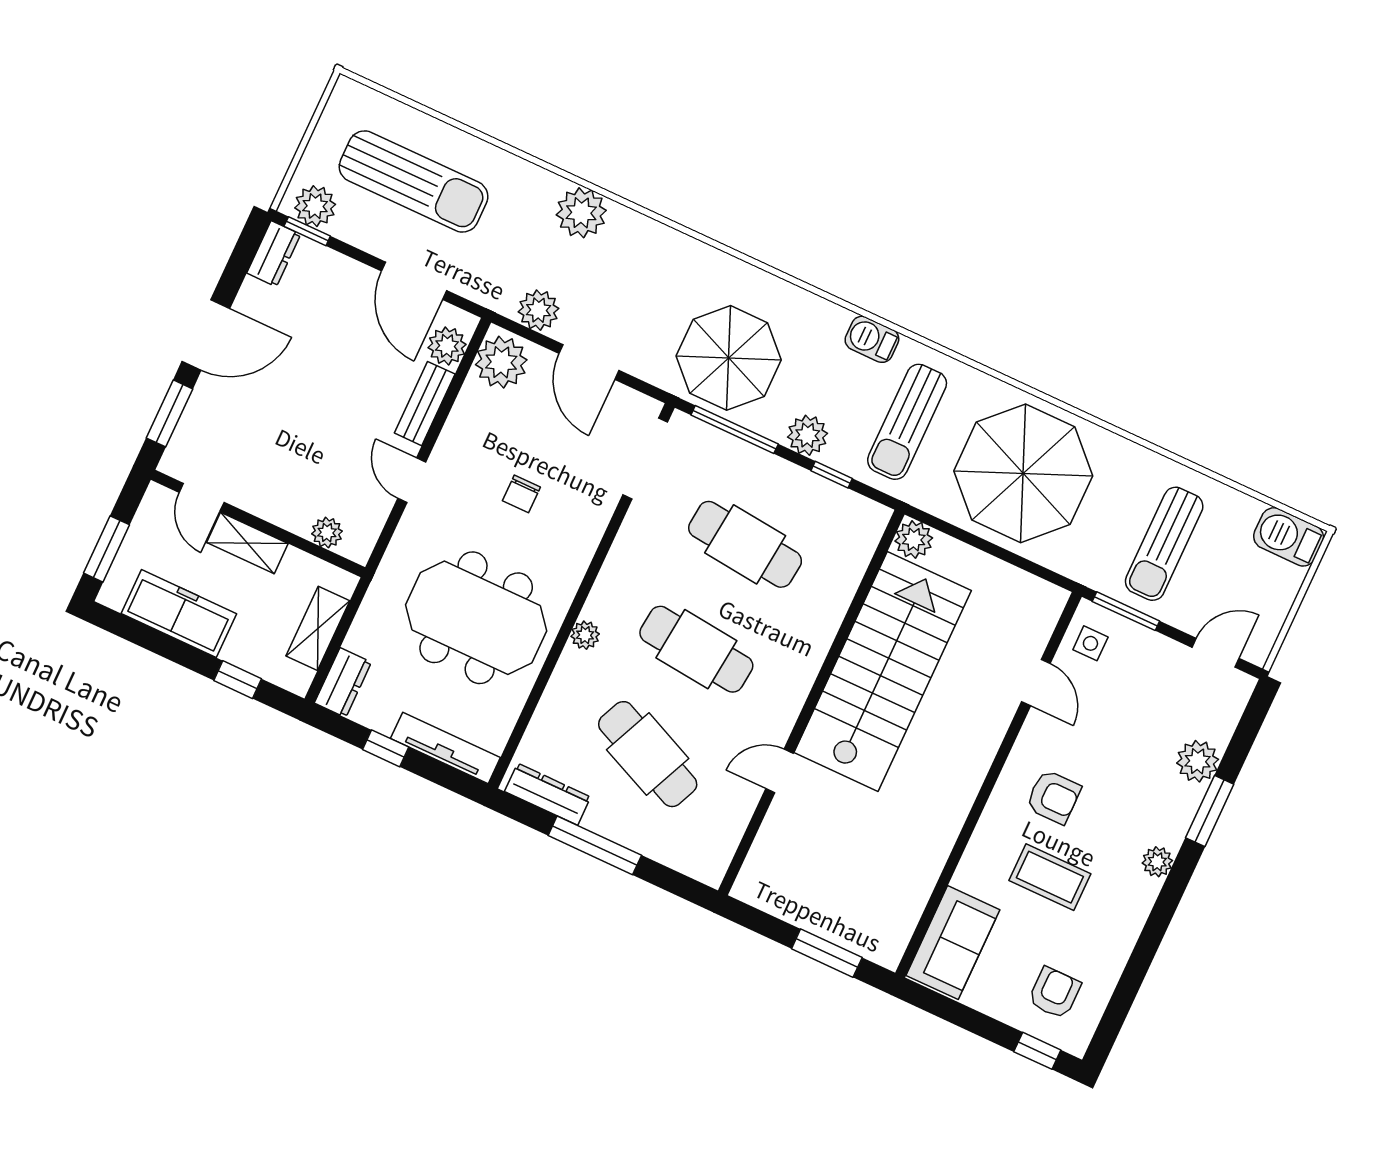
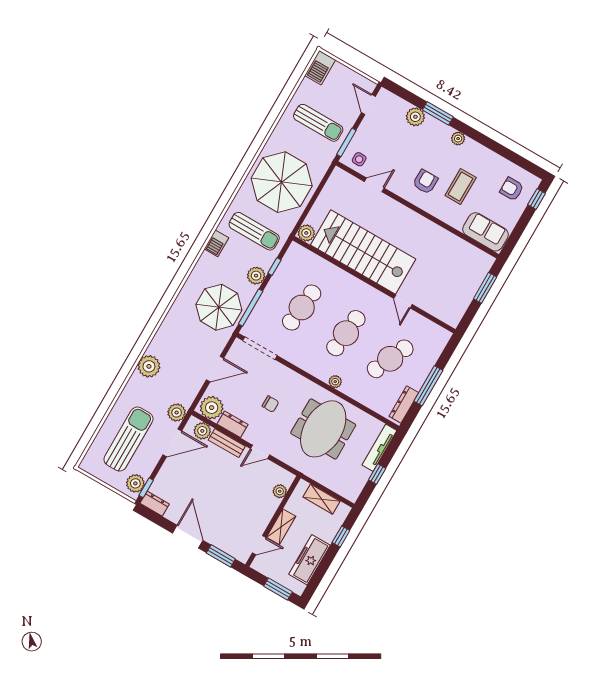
plant: (539, 310) -> (177, 413), moved
dresser: (343, 683) -> (233, 424), moved

